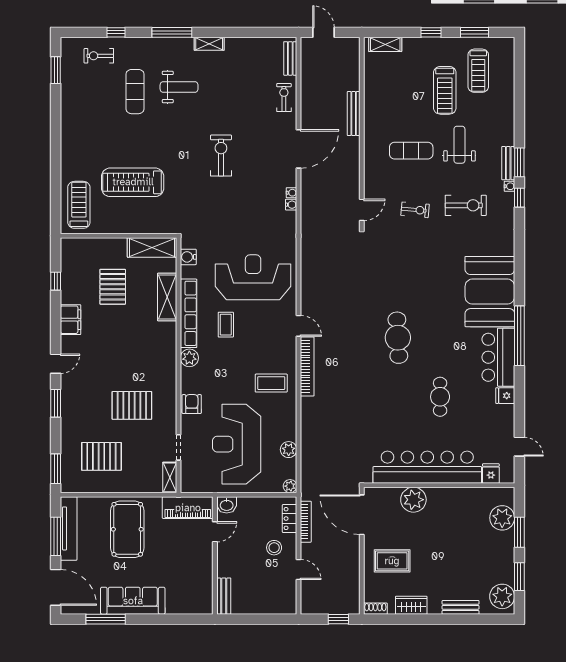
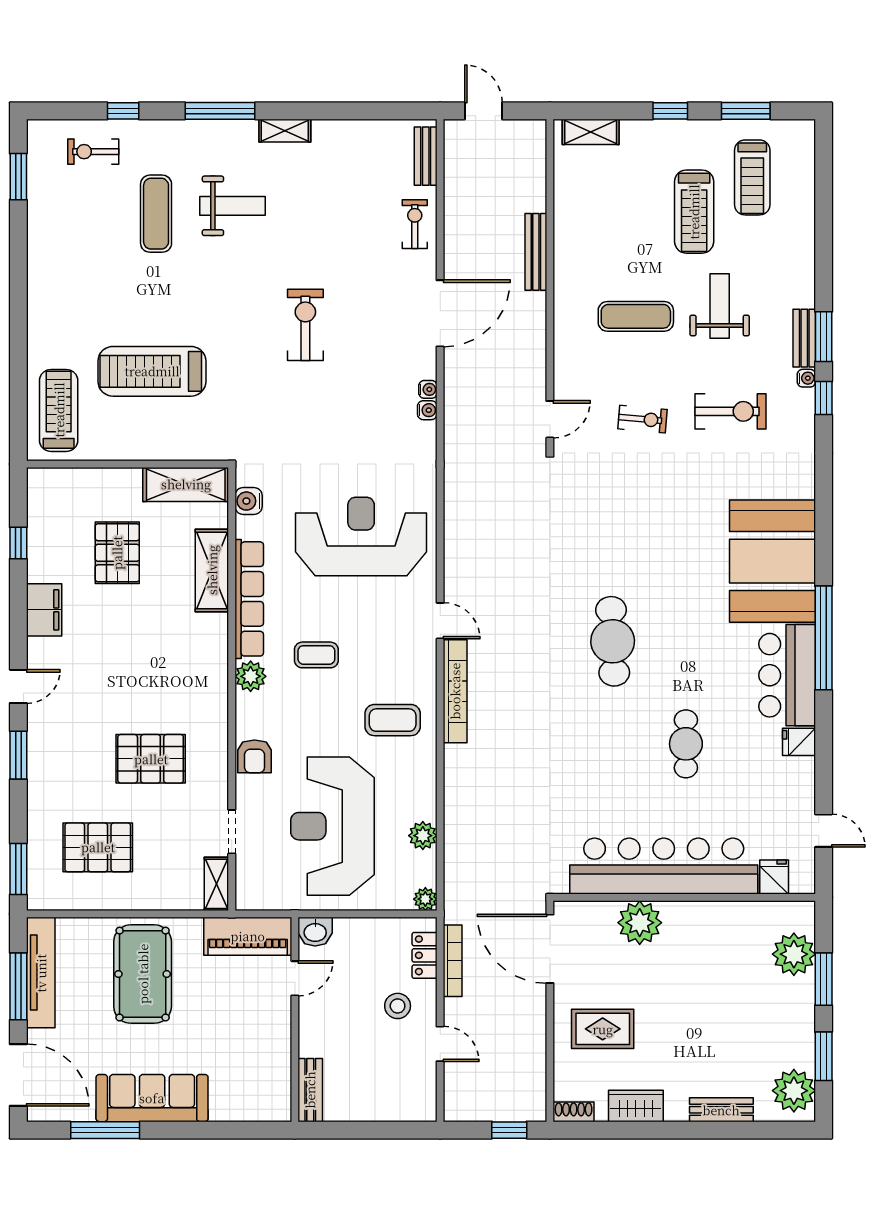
coffee table: (226, 325) -> (316, 655), moved, turned 90
armchair: (192, 404) -> (255, 756), turned 180

